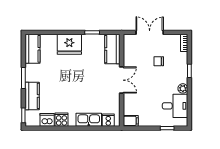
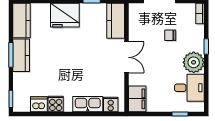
plant: (183, 88) -> (194, 62), width x1.88, depth x1.88
kitchen counter: (32, 96) -> (21, 55), moved
filing cabinet: (131, 121) -> (137, 99), width x2.00

